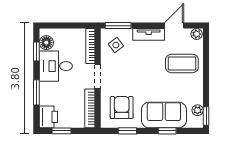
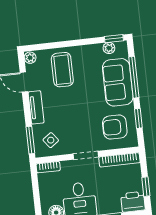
bookcase: (90, 46) -> (48, 167), width x0.64
window: (167, 131) -> (134, 77), width x2.17

